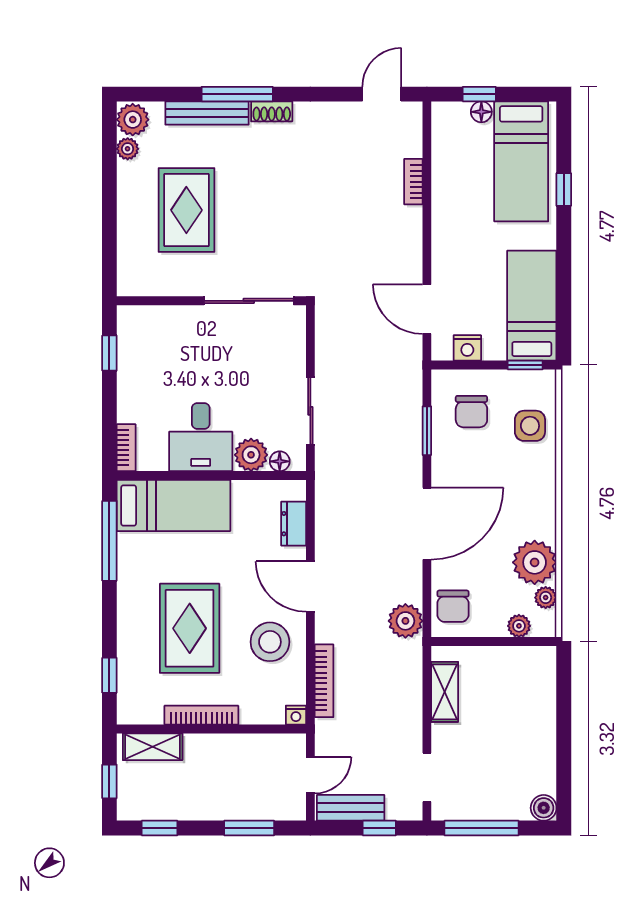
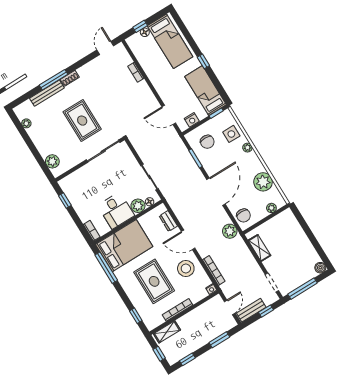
plant: (133, 120) -> (52, 161), moved
window: (564, 189) -> (203, 61), moved
rug: (186, 210) -> (82, 121), moved
bed: (174, 506) -> (124, 246), width x1.50
plant: (546, 598) -> (247, 148), moved

